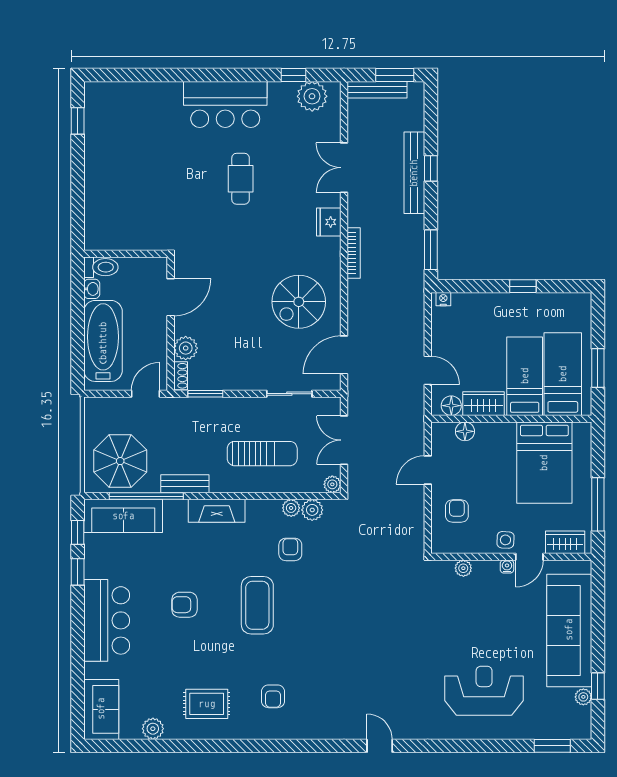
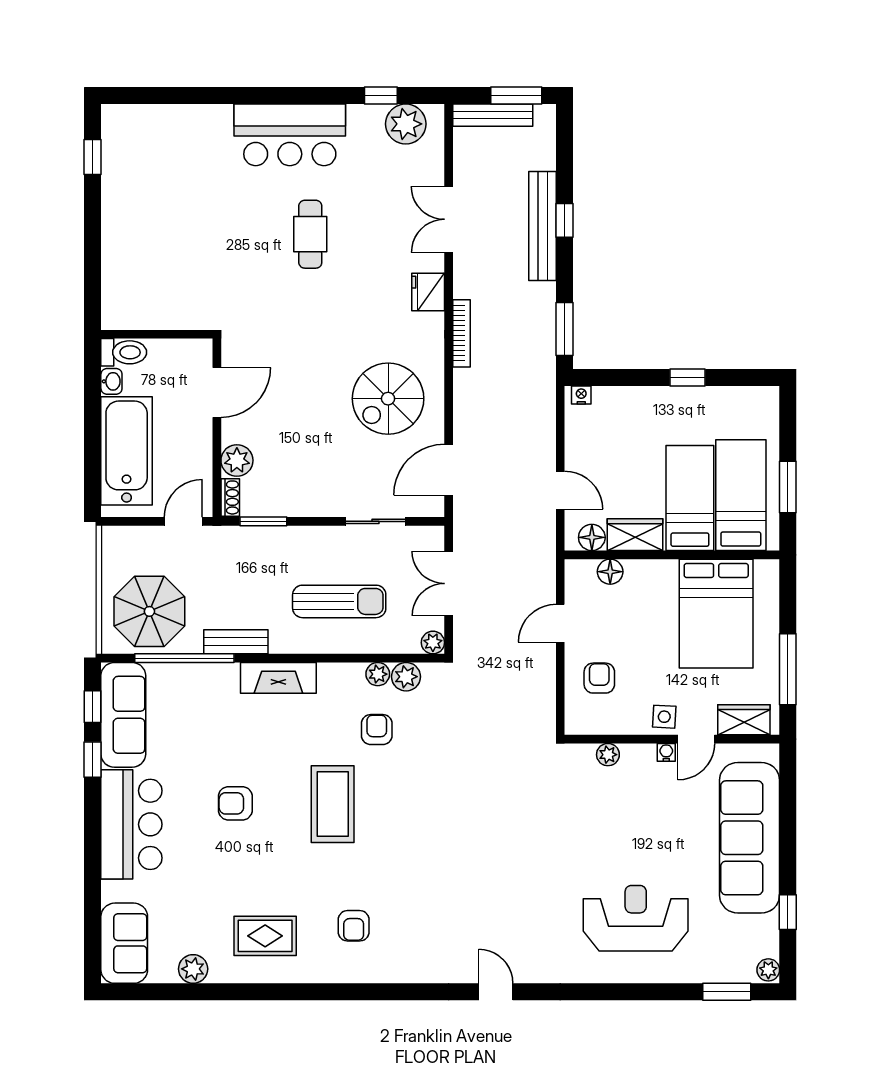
sofa: (123, 516) -> (123, 715), moved, turned -90
plant: (583, 697) -> (768, 970), moved

